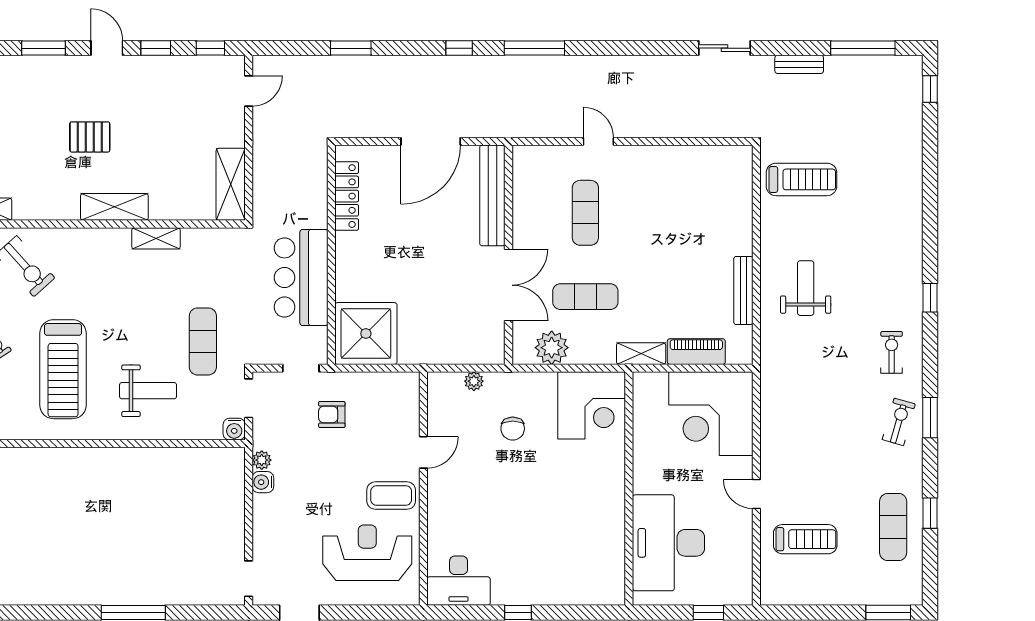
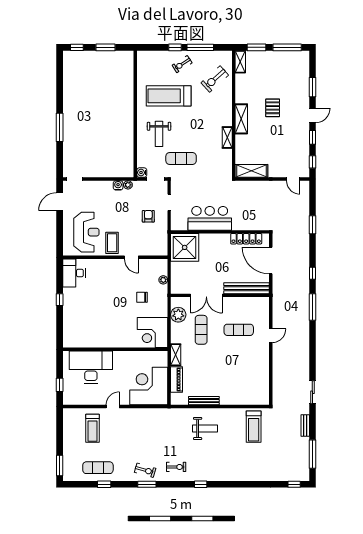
locker: (347, 196) -> (246, 239), moved
wall: (331, 255) -> (220, 232), moved
bar counter: (301, 277) -> (210, 218), moved
shower: (366, 333) -> (185, 247), moved

